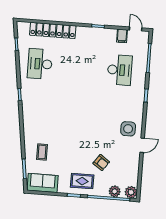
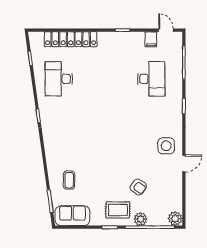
plant: (115, 191) -> (140, 219), moved

